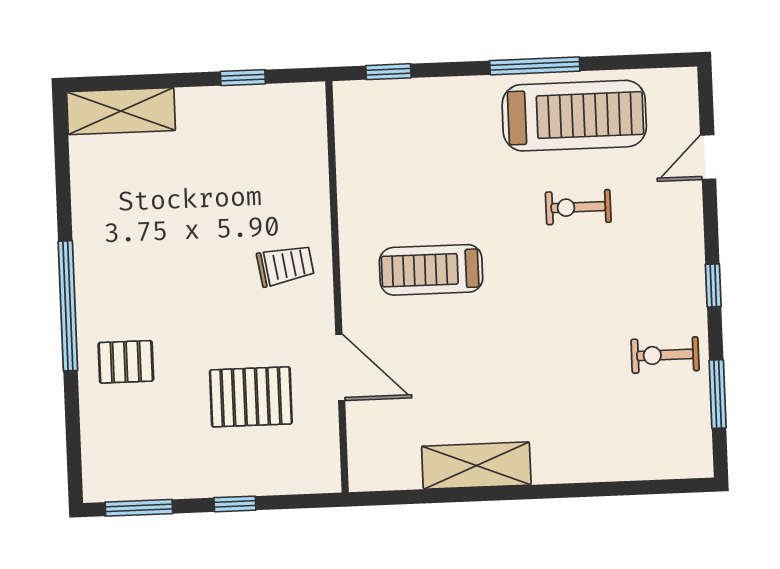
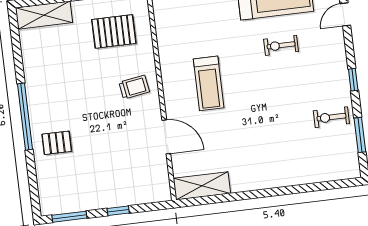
treadmill: (431, 270) -> (209, 83), turned -90
pallet: (251, 397) -> (114, 31), moved
shelving: (476, 466) -> (202, 186), moved

